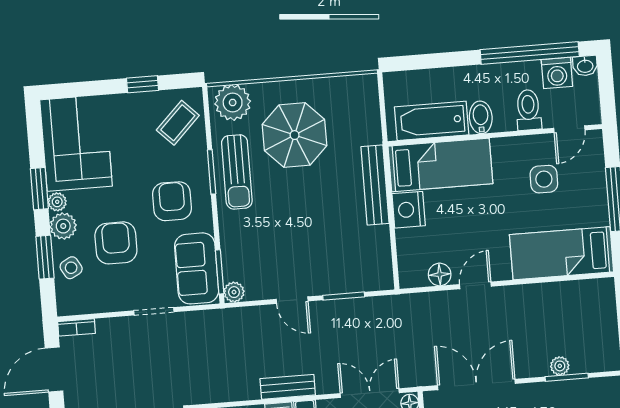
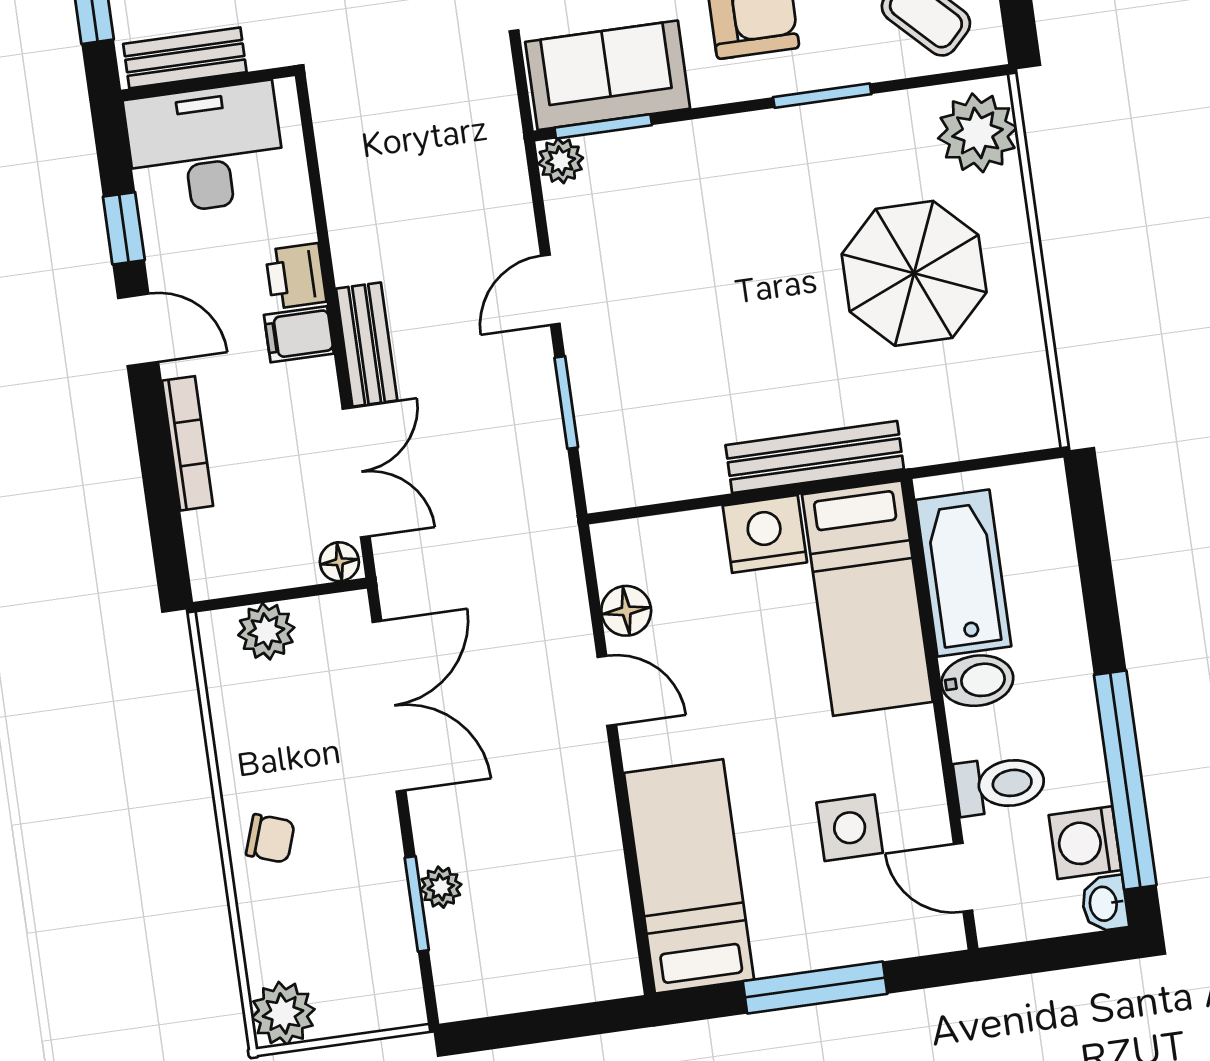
sun lounger: (237, 172) -> (825, 151), removed
bench: (288, 387) -> (367, 344), moved

